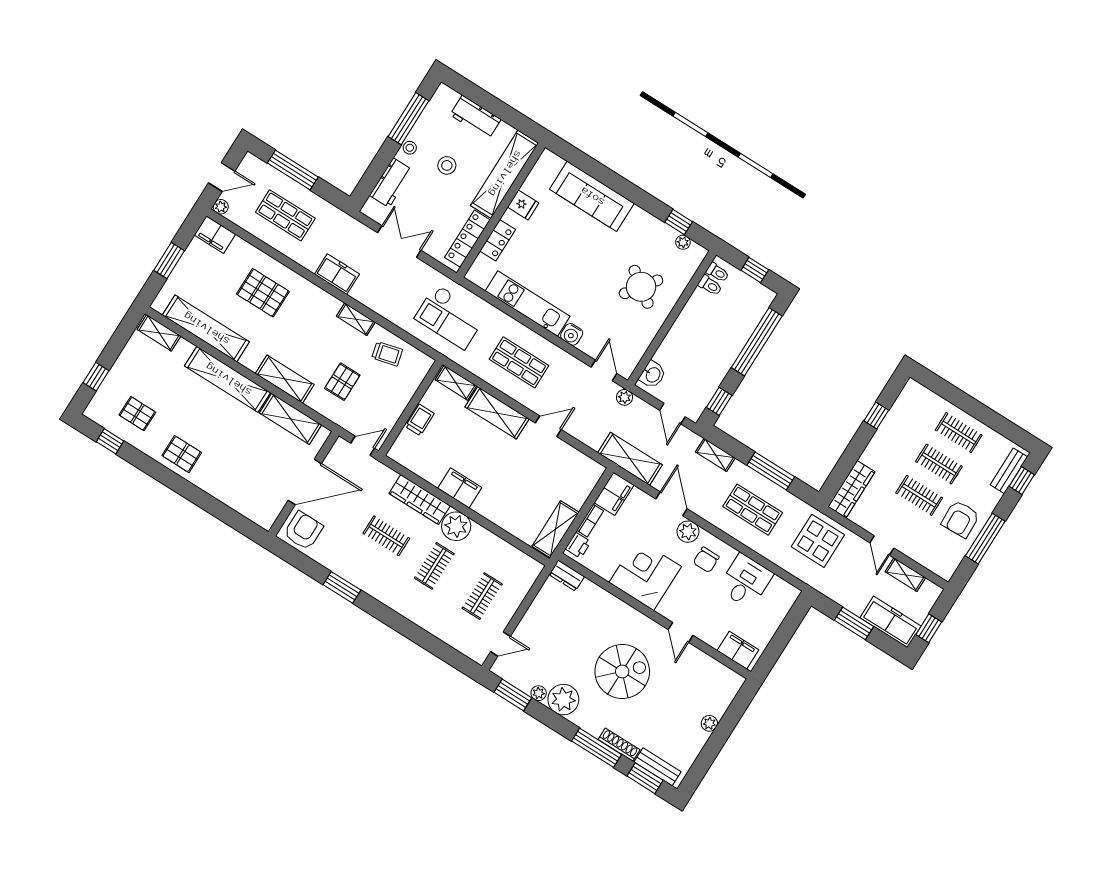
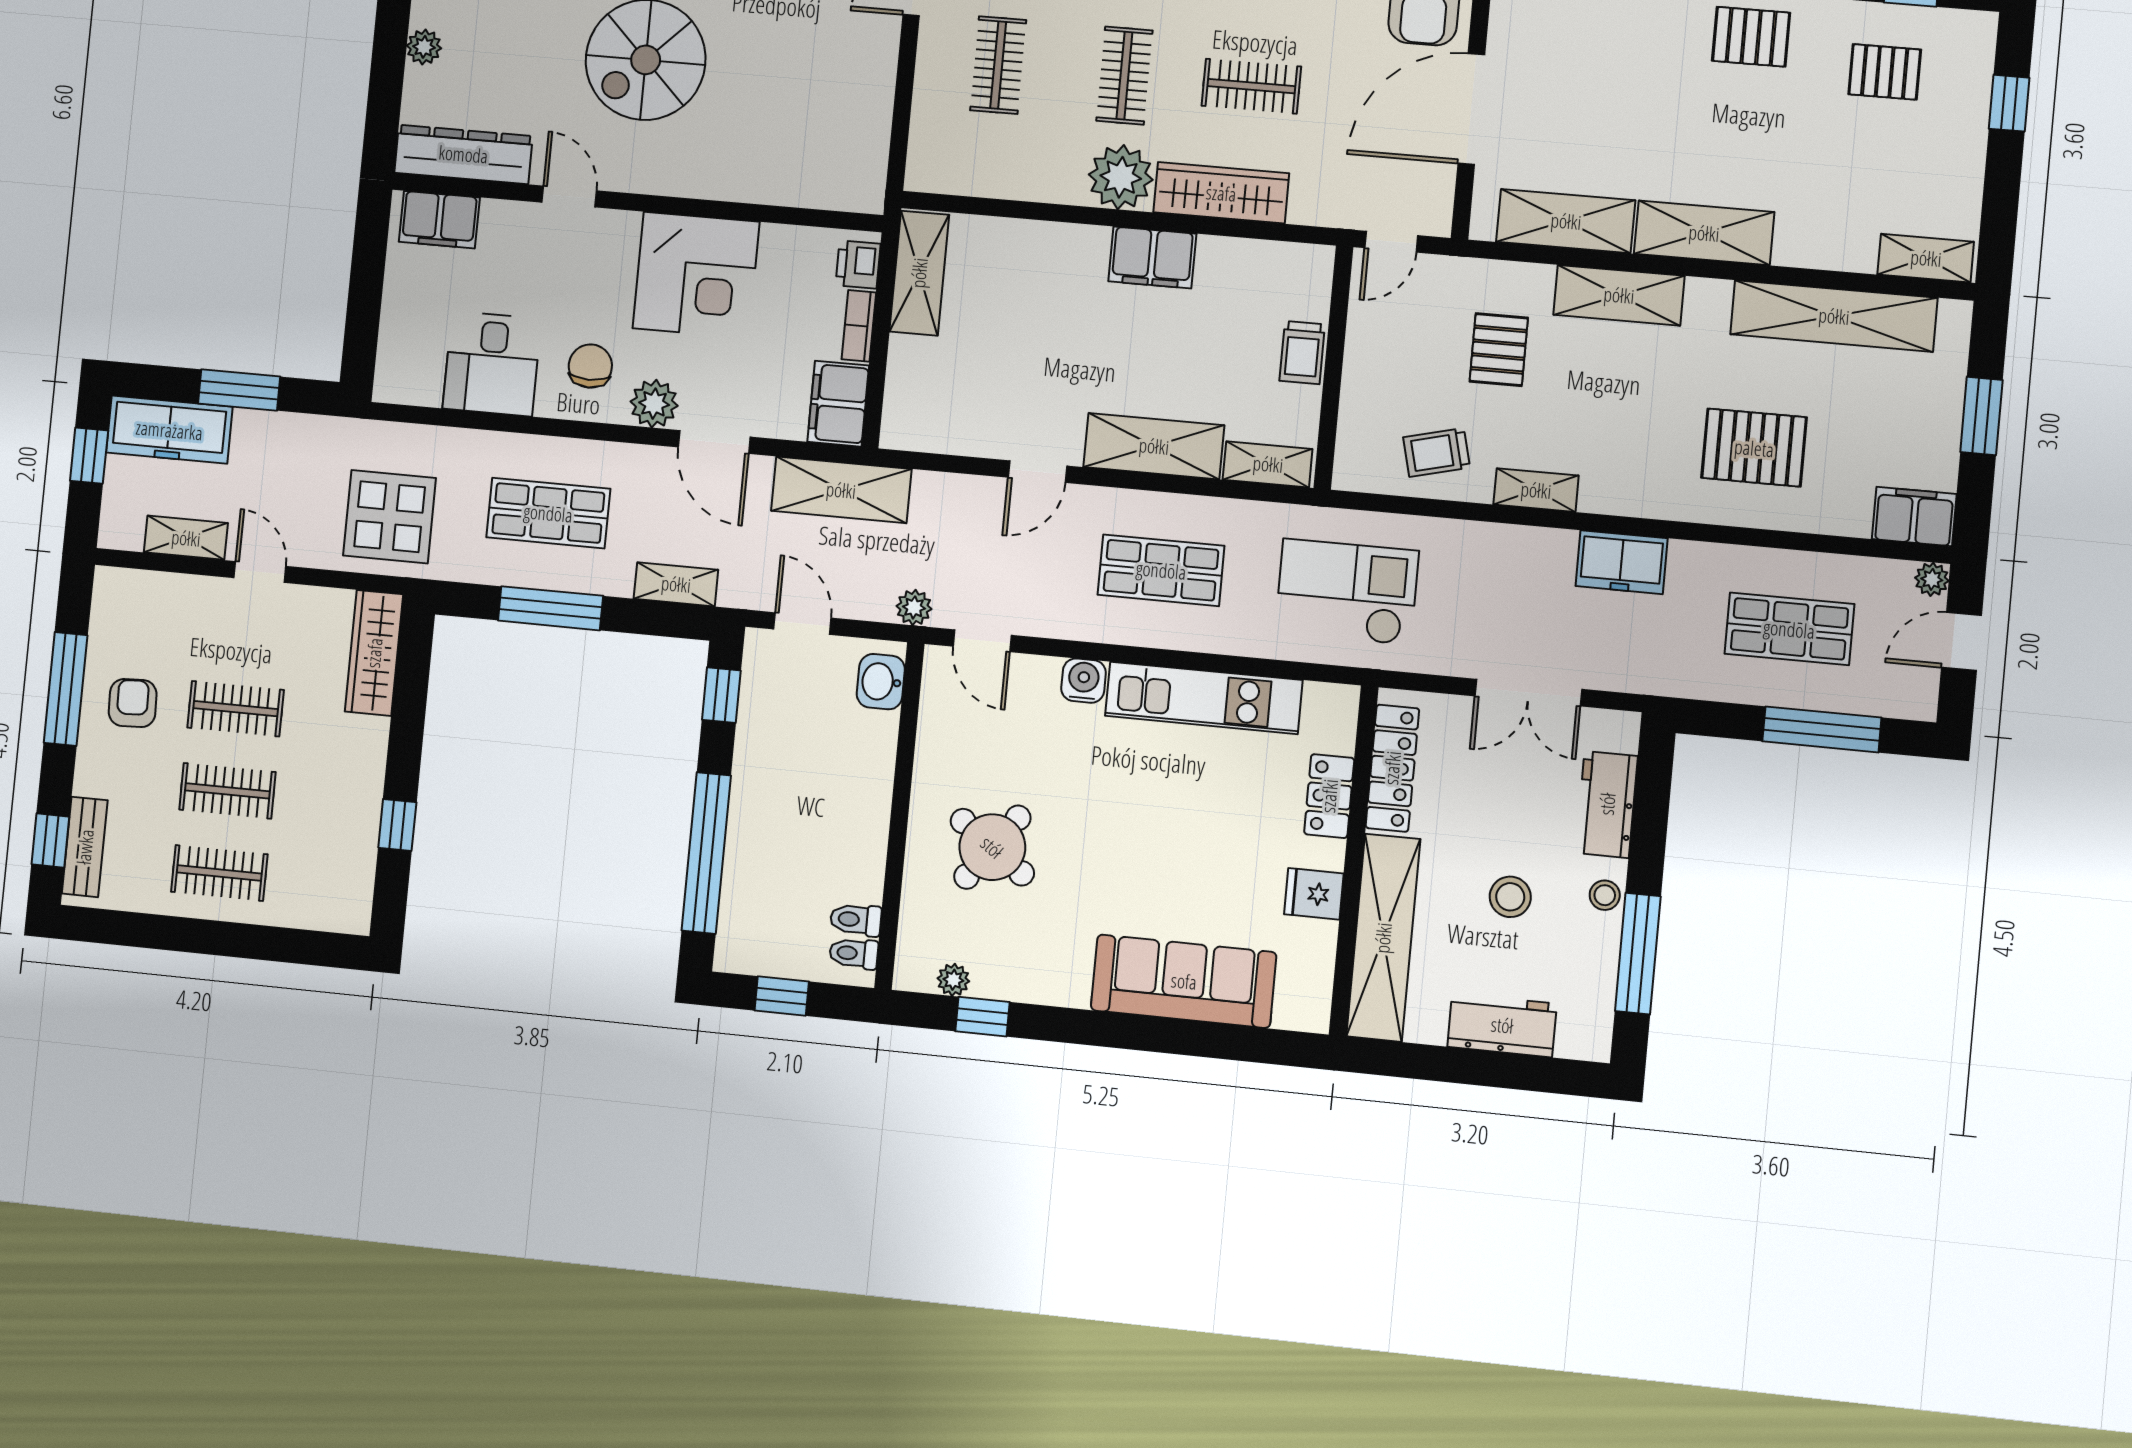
shelving: (228, 379) -> (1704, 233), width x0.68
armchair: (960, 519) -> (133, 703), width x0.72, depth x0.72
dresser: (567, 576) -> (463, 154), moved, width x1.96, depth x1.24

